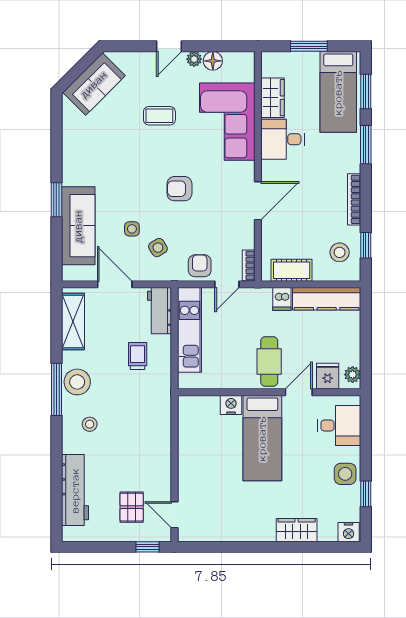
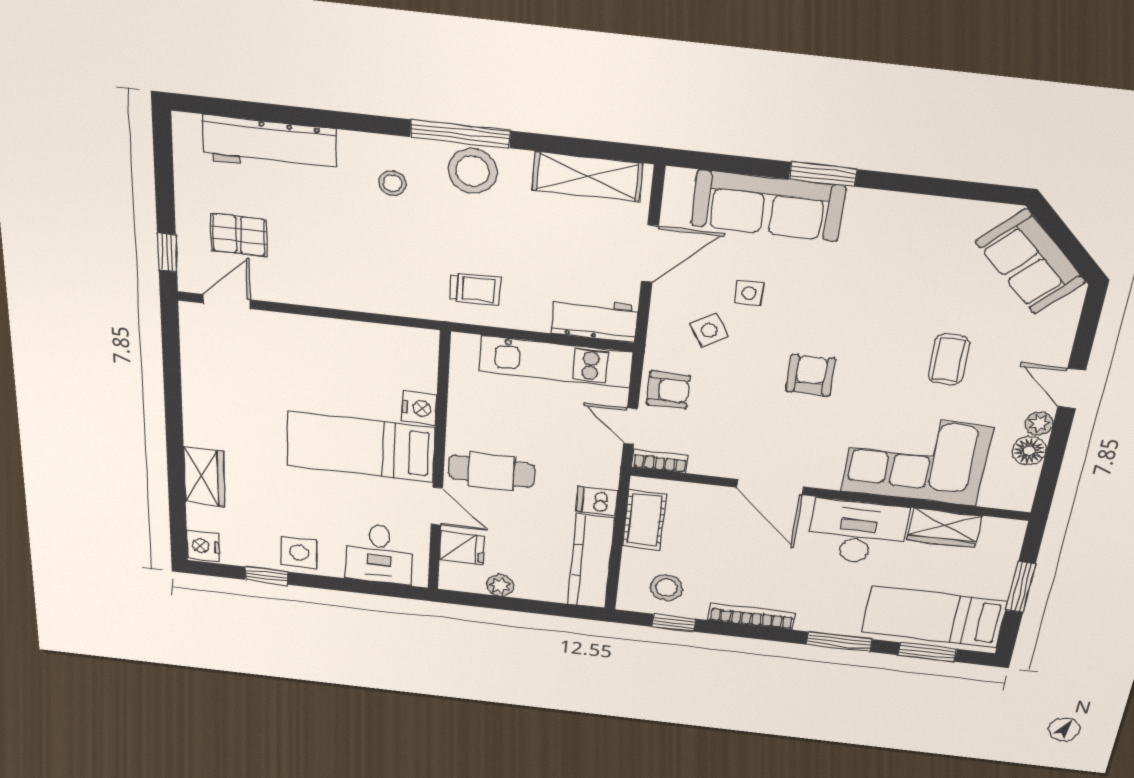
desk: (283, 139) -> (857, 532), width x1.37
trolley: (138, 356) -> (475, 289), moved
plant: (353, 375) -> (500, 585), moved

